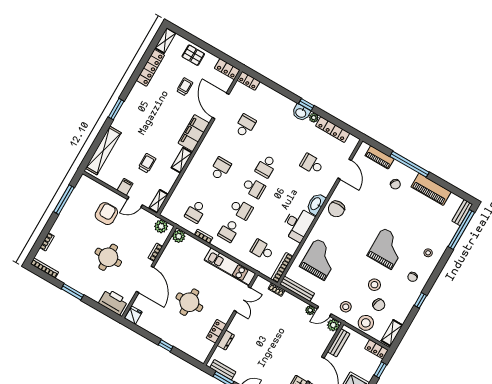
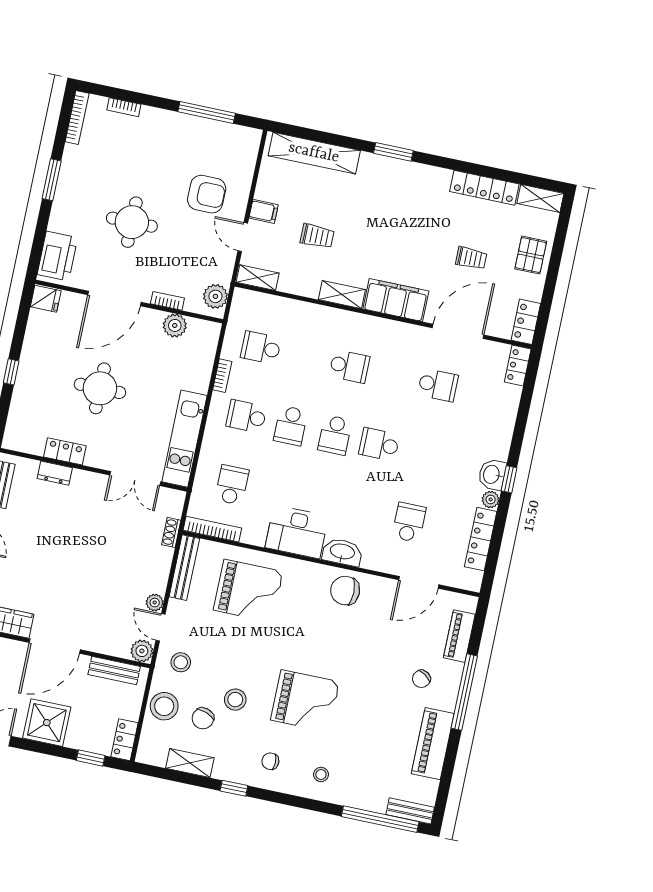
plant: (179, 236) -> (175, 325), moved
shelving: (392, 333) -> (190, 763), moved

